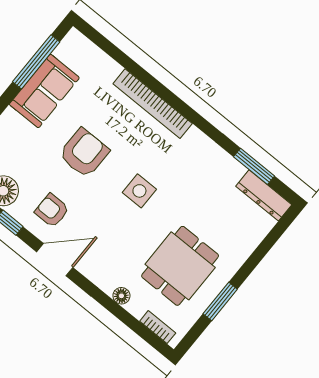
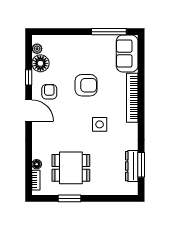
sofa: (44, 91) -> (127, 54), moved, turned 90
side table: (139, 191) -> (100, 124), moved
dresser: (264, 195) -> (132, 166), moved
floor lamp: (121, 296) -> (37, 164), moved

